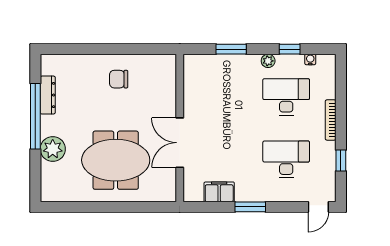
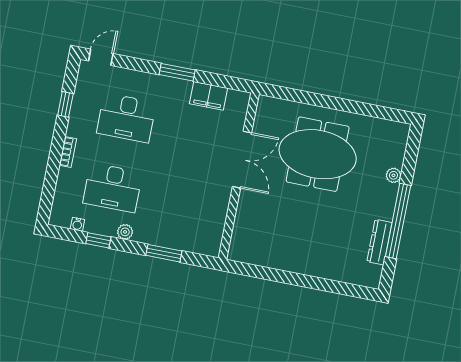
chair: (119, 79) -> (296, 244), removed
bookcase: (331, 120) -> (68, 152), width x0.64
plant: (53, 149) -> (393, 175), width x0.53, depth x0.53

